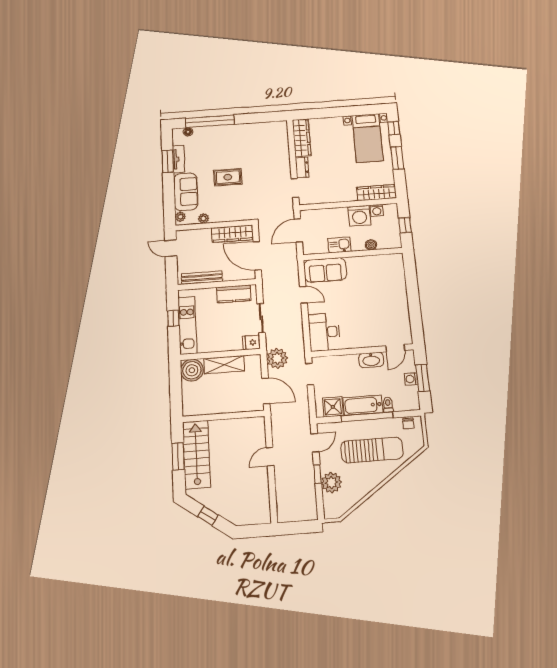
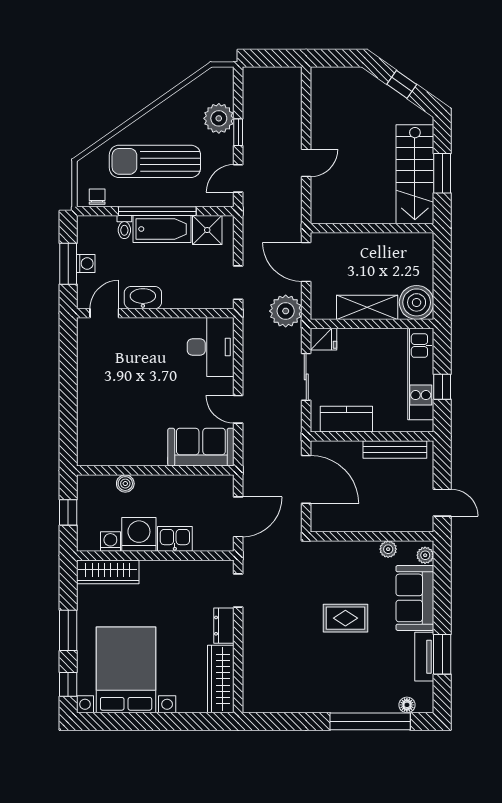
bed with nightstands: (368, 138) -> (126, 670), width x1.36
wardrobe: (232, 234) -> (343, 520), removed
kitchen sink: (339, 245) -> (175, 539), moved, turned 180

